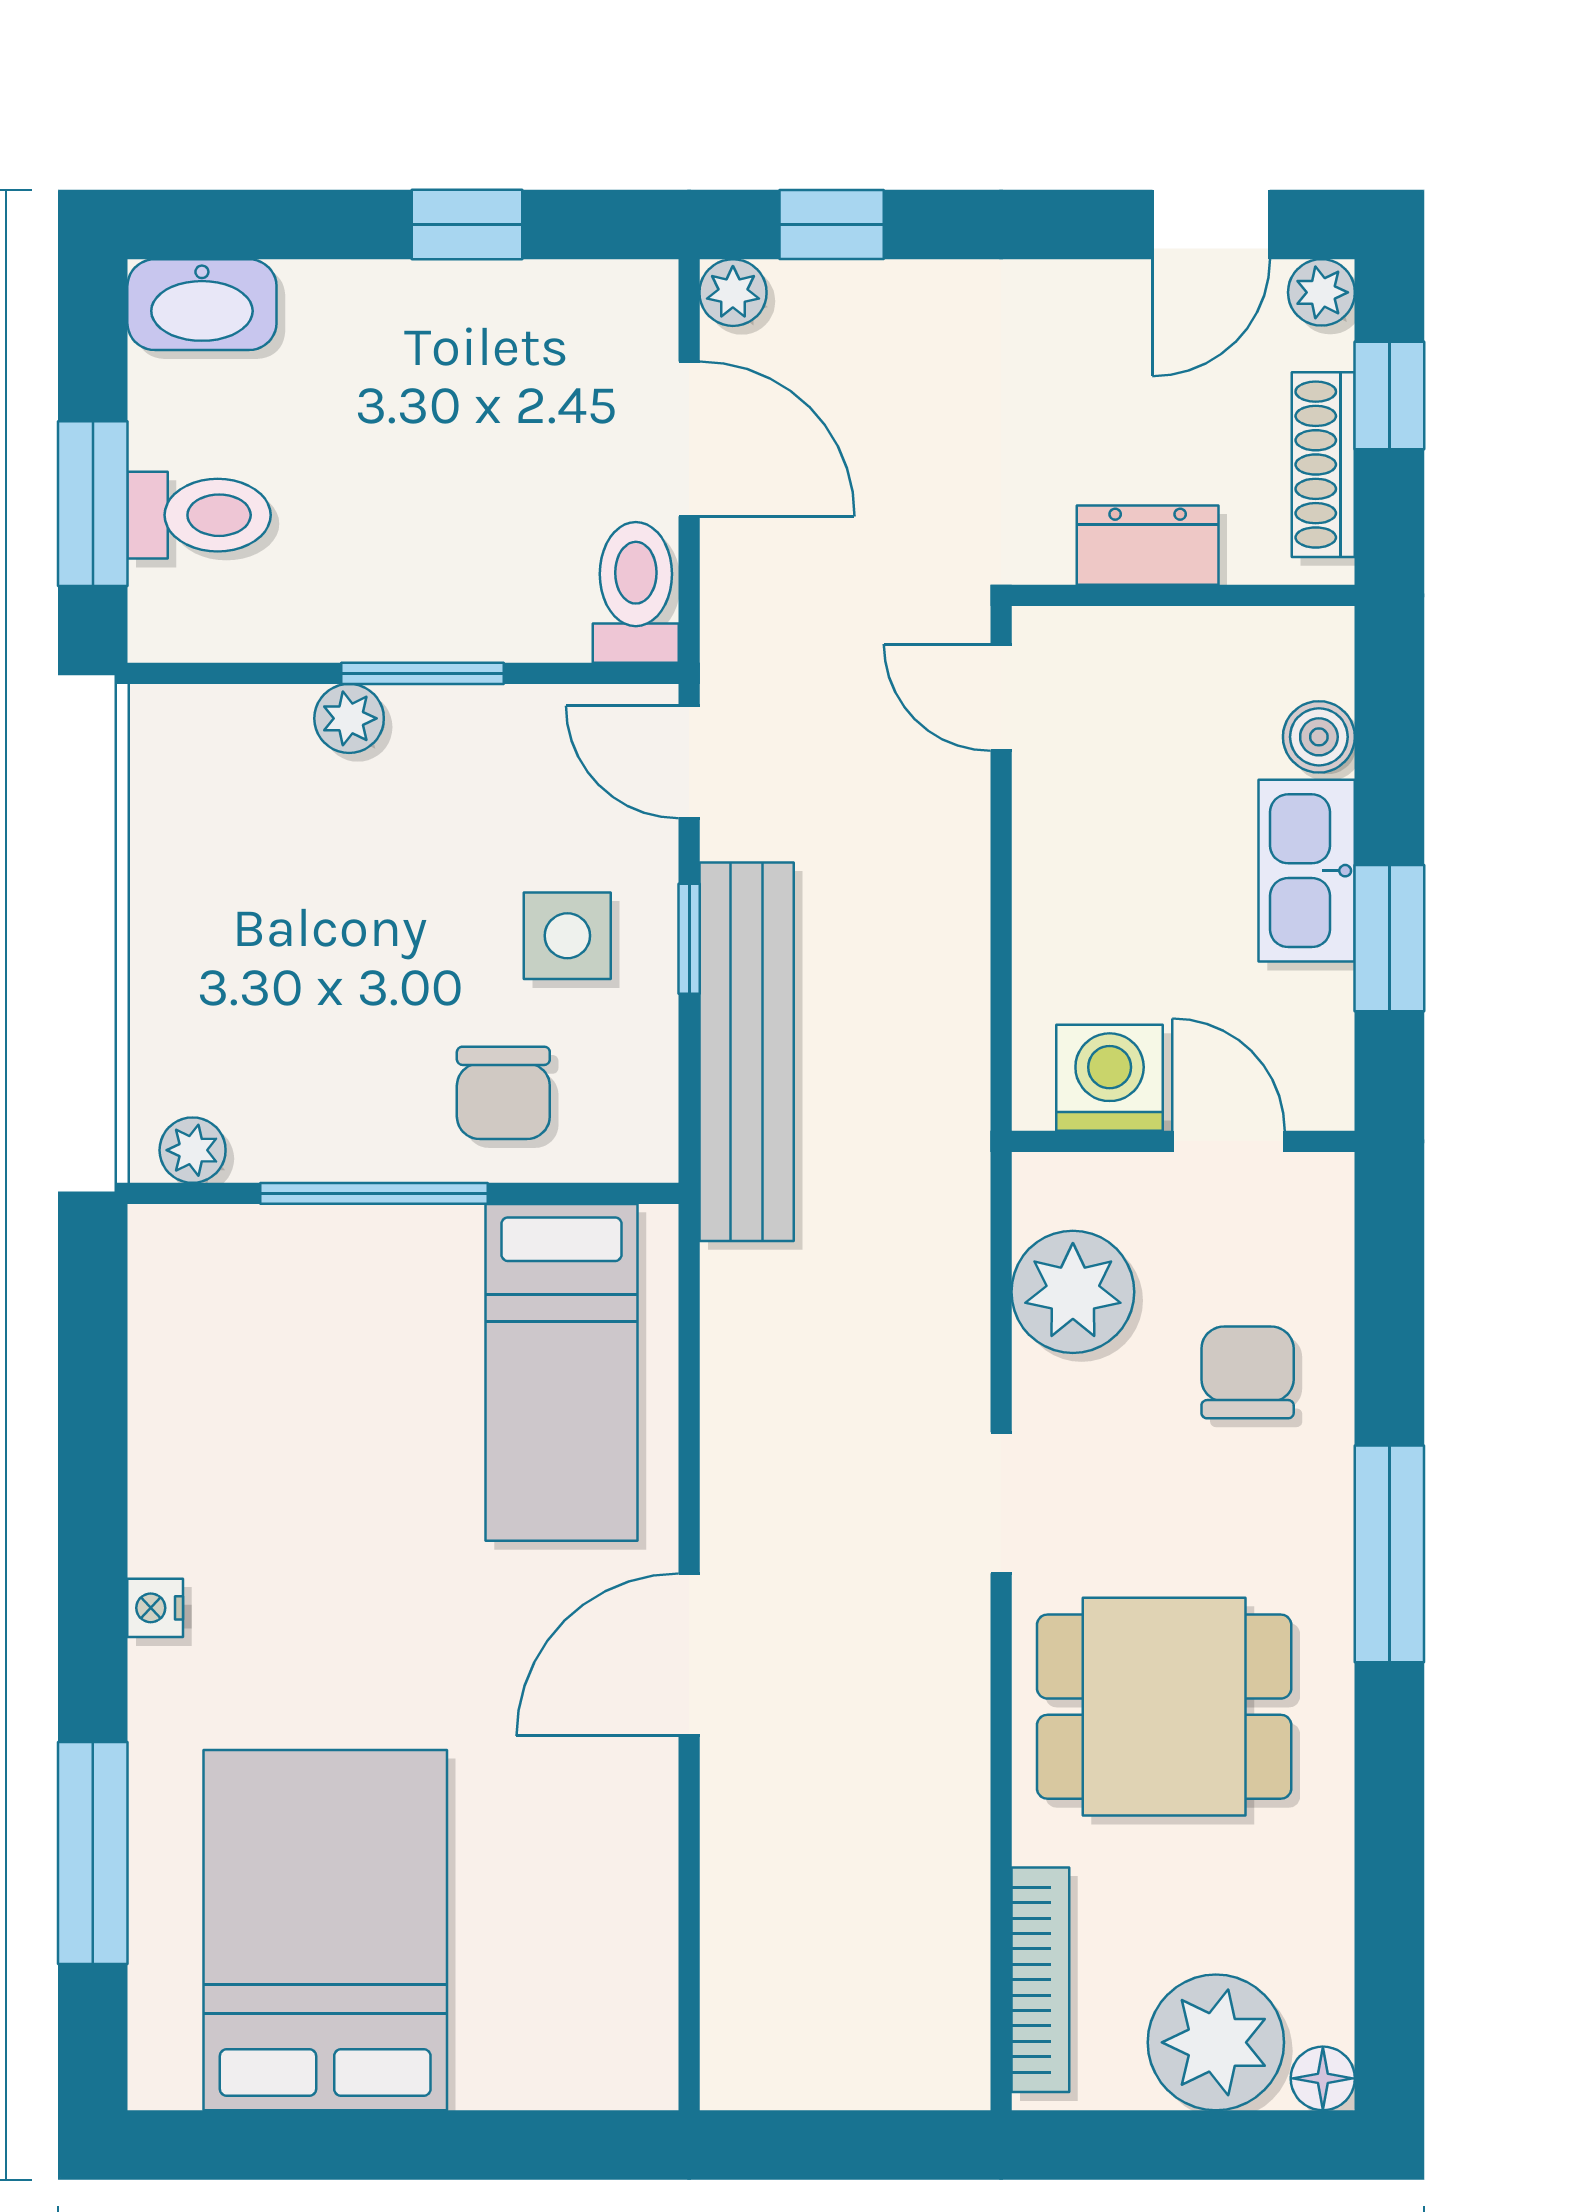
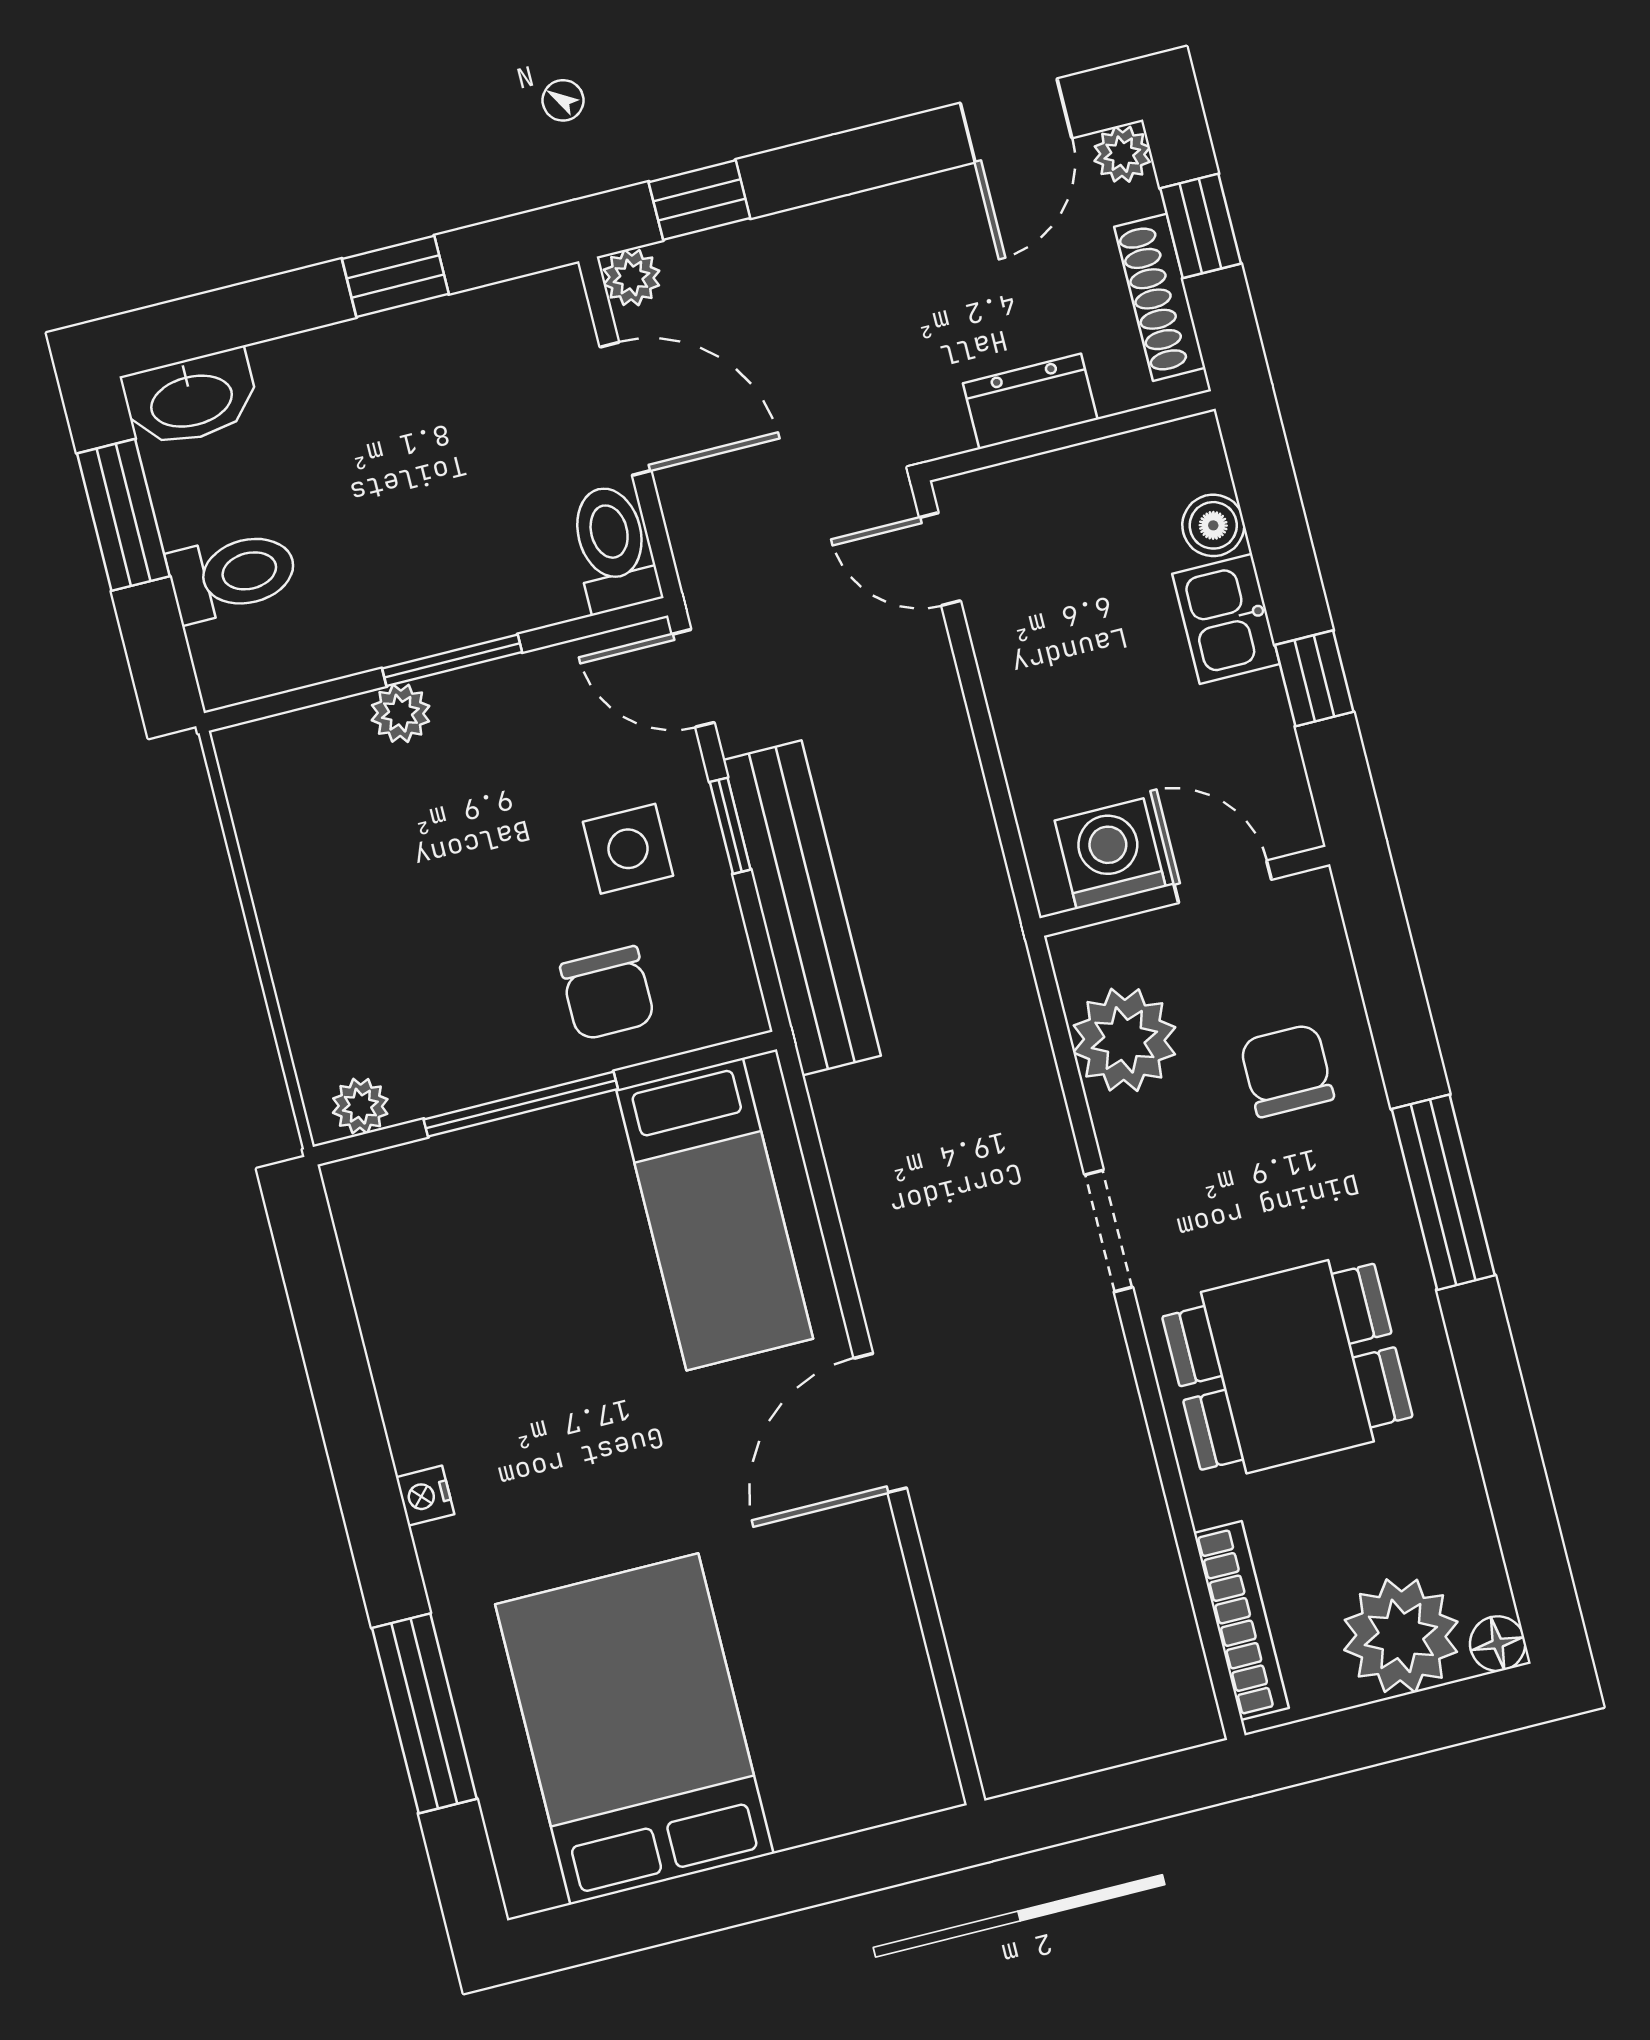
window: (93, 504) -> (123, 515), moved
kitchen sink: (1307, 871) -> (1226, 619), width x0.73
window: (1389, 938) -> (1314, 678), width x0.67

